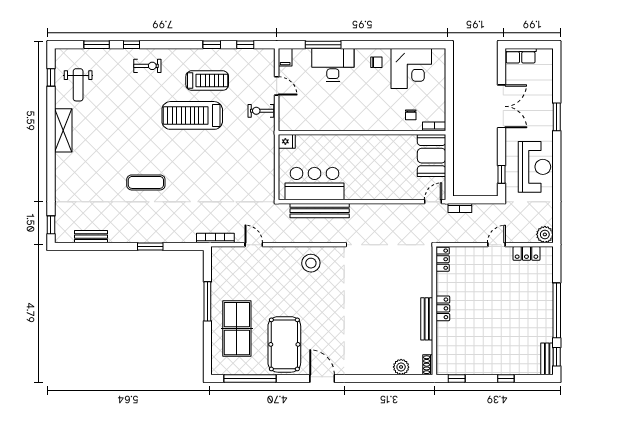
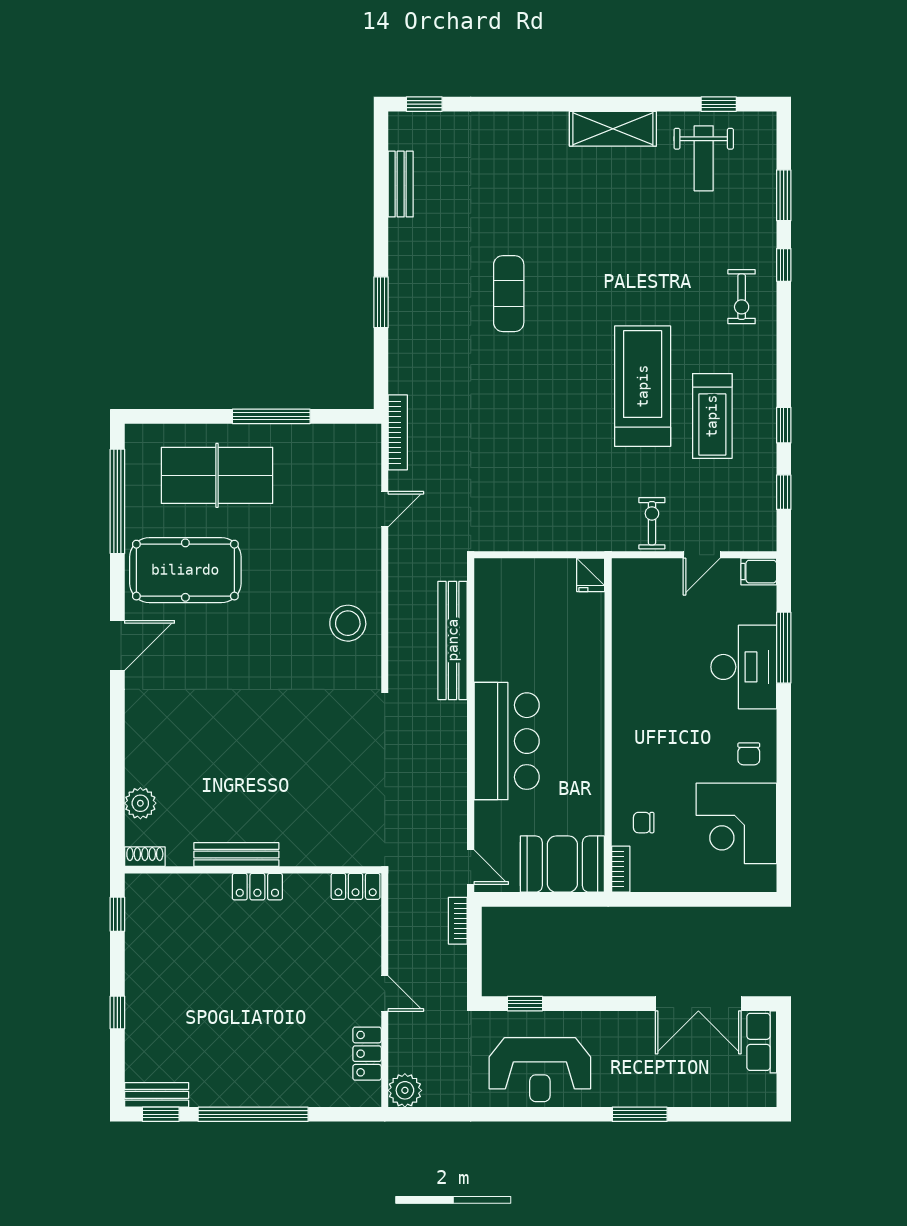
weight bench: (78, 85) -> (704, 158), turned -90
double door: (501, 106) -> (698, 1004), moved
bar counter: (315, 184) -> (507, 741), moved

